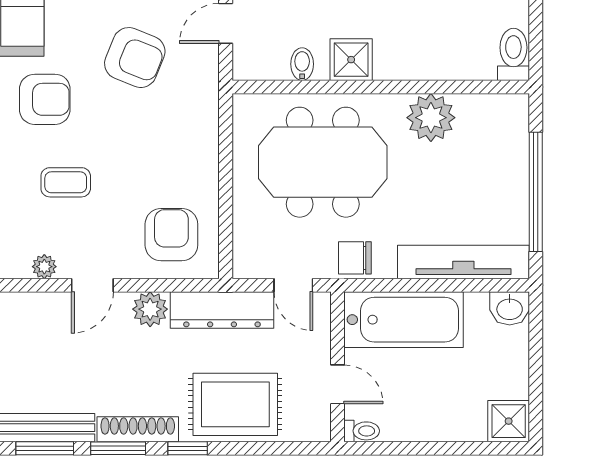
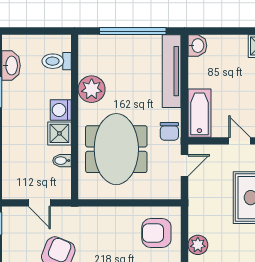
toilet: (513, 54) -> (57, 61), moved
washing machine: (393, 62) -> (61, 110), added
dresser: (222, 310) -> (198, 205), removed
bathtub: (404, 320) -> (199, 113), width x0.73, depth x0.73
door: (338, 384) -> (240, 141), hinge flipped

